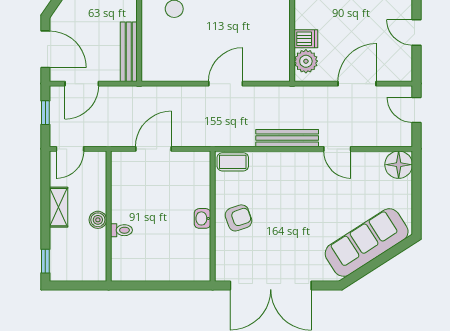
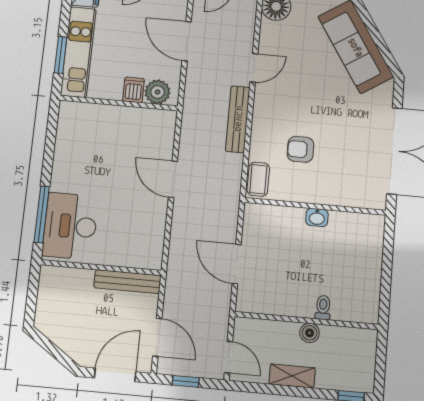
armchair: (239, 218) -> (301, 149), moved, turned -71

